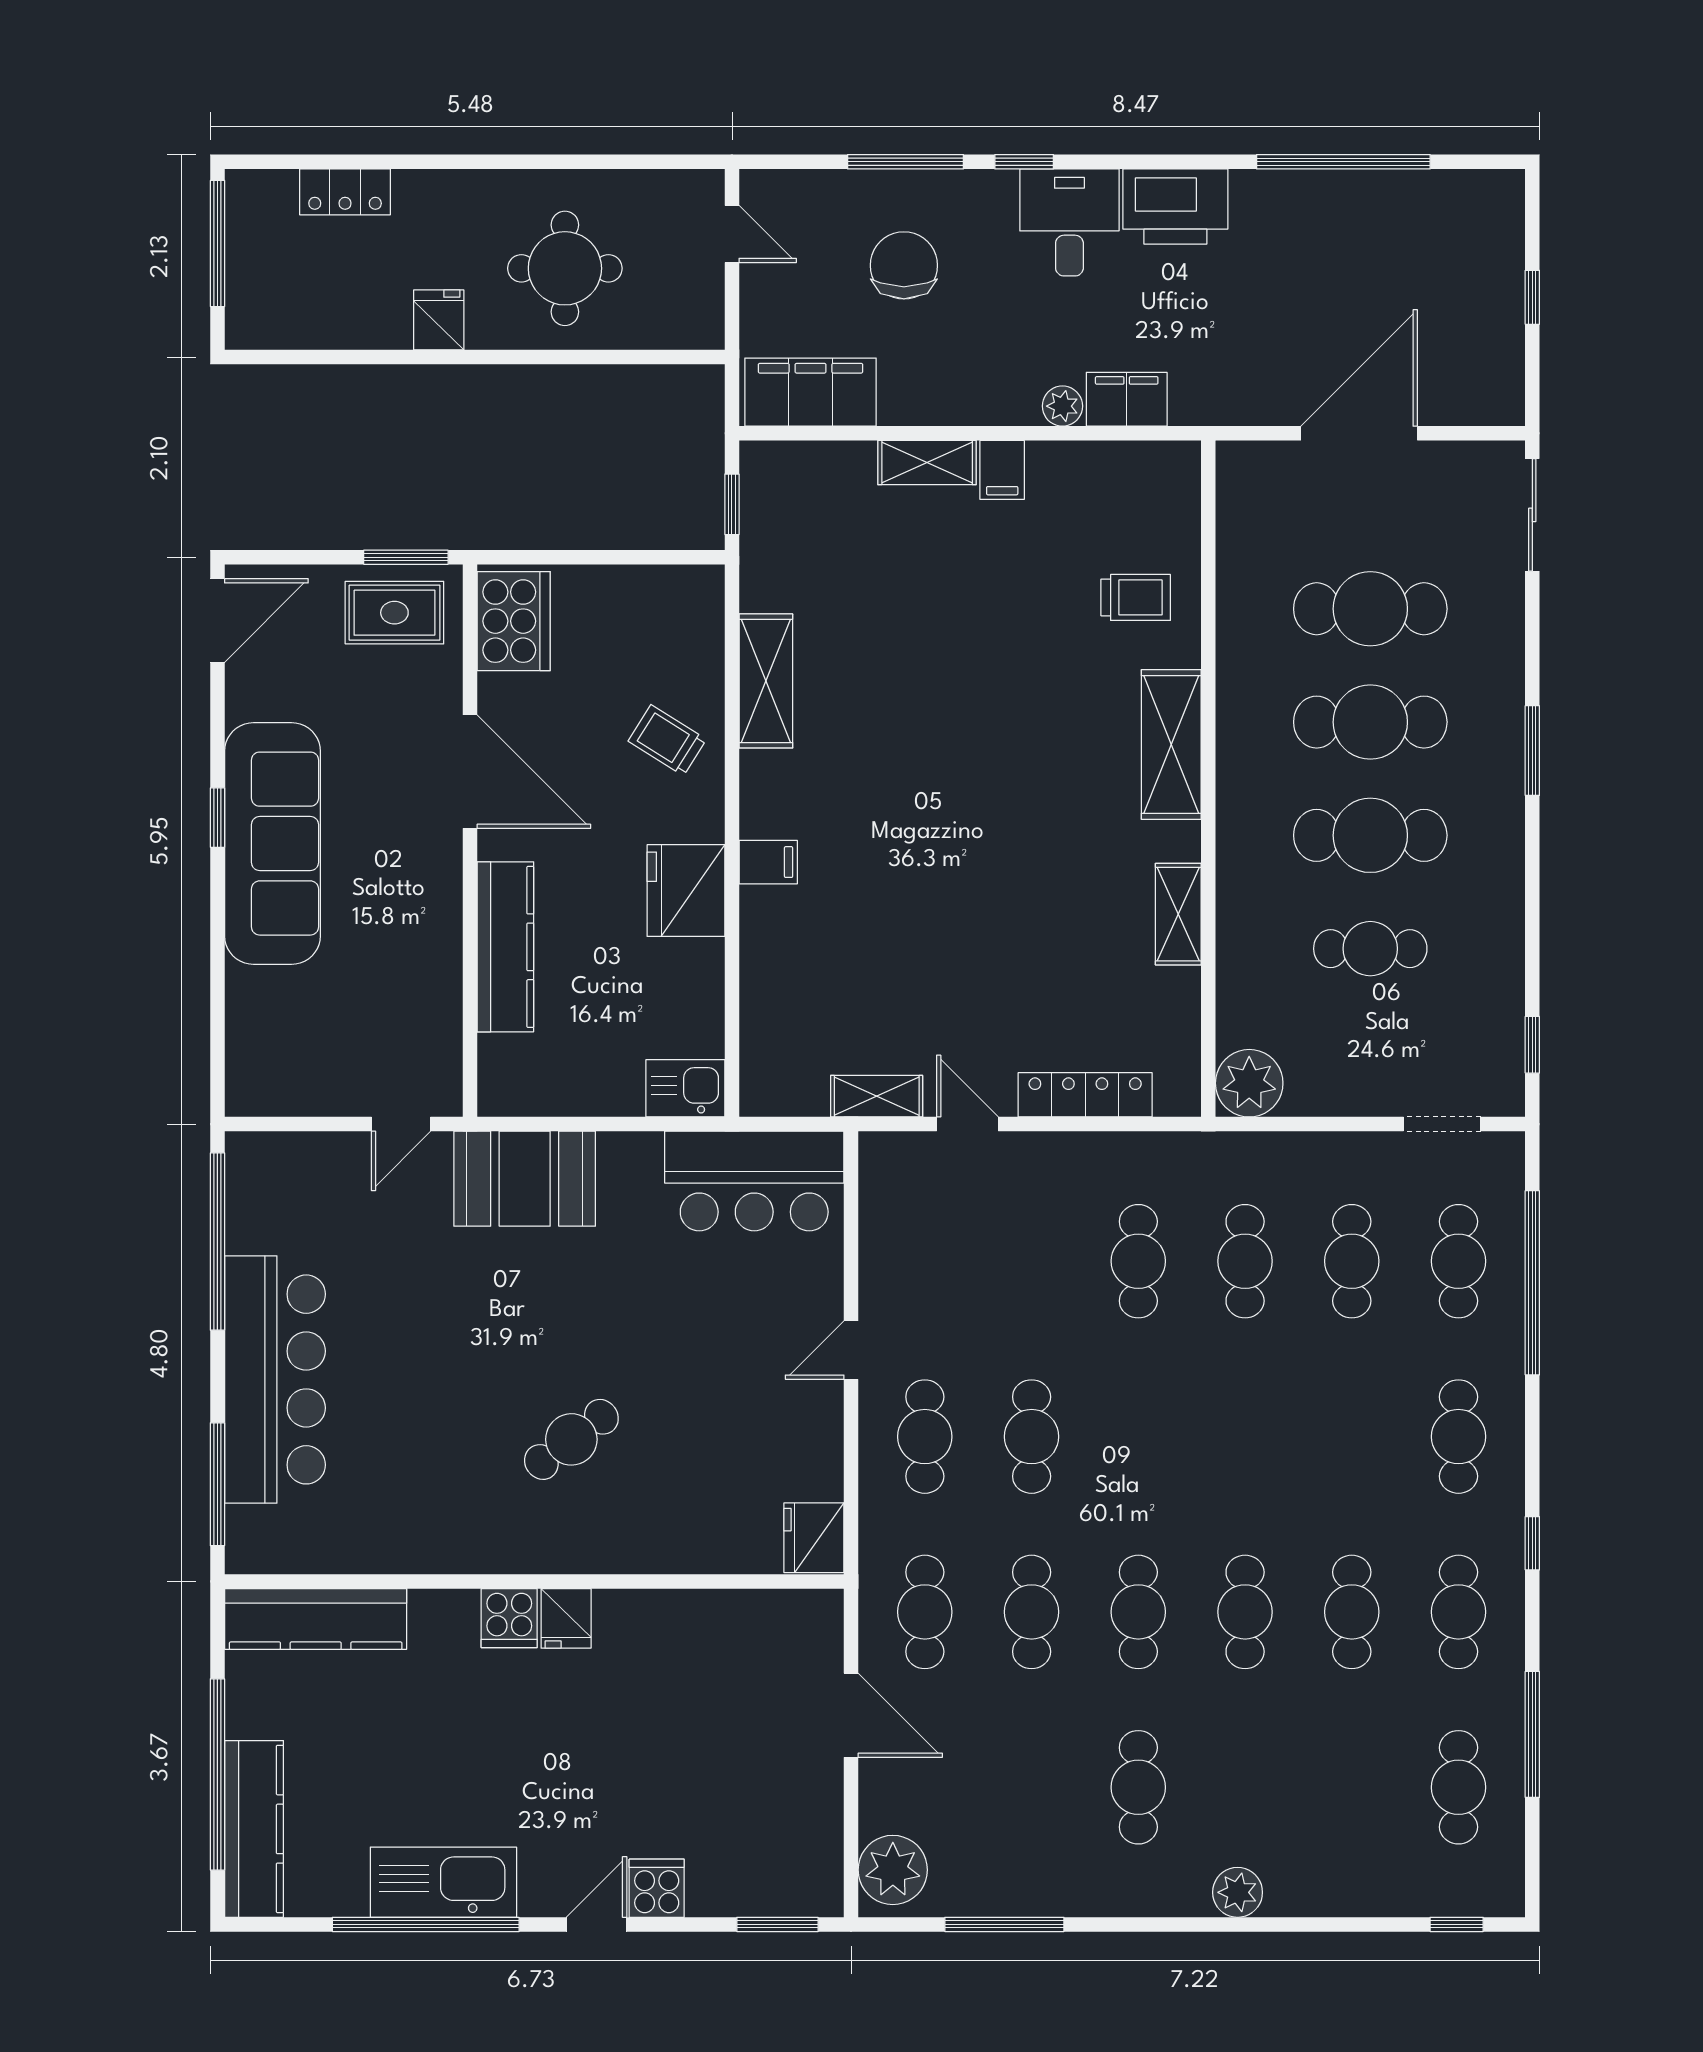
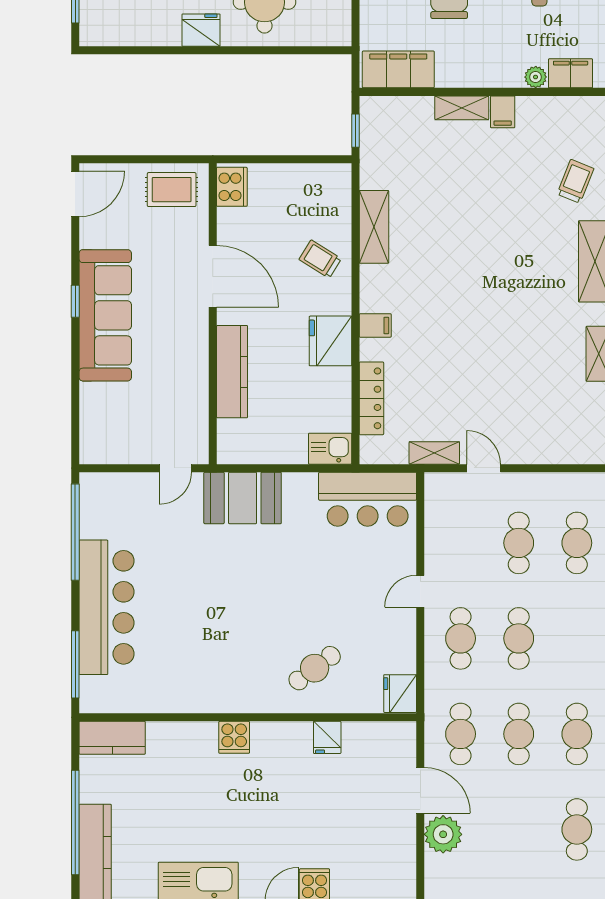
fridge: (439, 320) -> (201, 30), width x1.38
window: (406, 557) -> (178, 159), removed
trolley: (1136, 597) -> (575, 181), turned -68
cooker: (514, 621) -> (232, 187), width x0.73, depth x0.76
locker: (1085, 1095) -> (371, 398), moved, turned 90
cafe table: (1032, 1261) -> (519, 543), added
cafe table: (571, 1439) -> (315, 668), moved
fridge: (566, 1618) -> (327, 737), moved
kitchen counter: (316, 1619) -> (112, 738), width x0.67
plant: (893, 1870) -> (443, 834), moved

